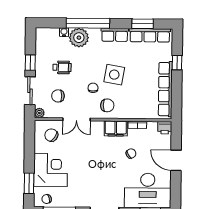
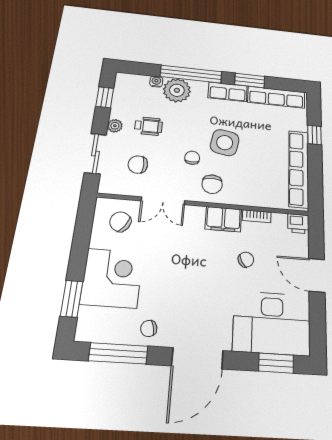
window: (143, 24) -> (250, 80), moved
window: (30, 63) -> (105, 97), moved
chair: (107, 105) -> (212, 184), turned 90
plant: (39, 113) -> (115, 126), moved
chair: (47, 199) -> (149, 328), moved

